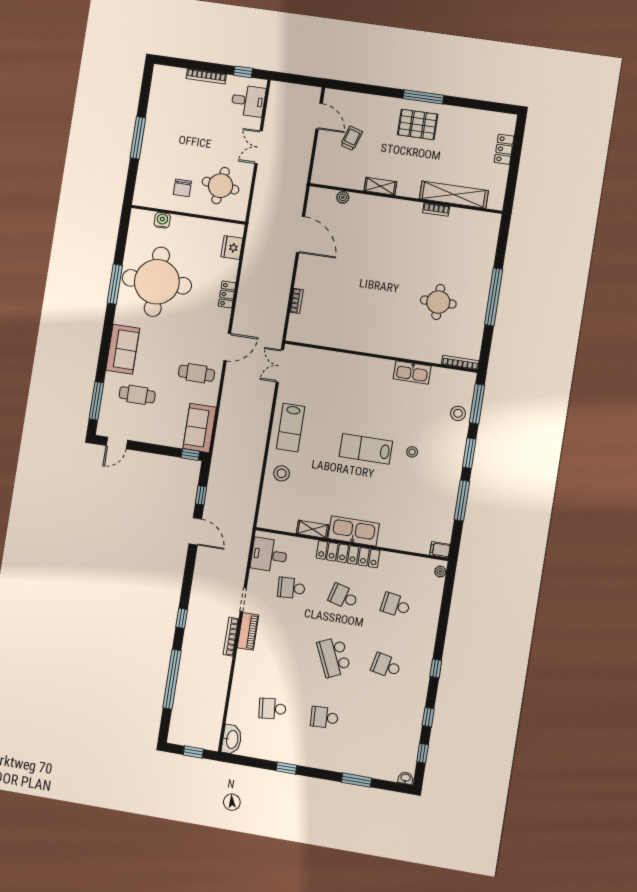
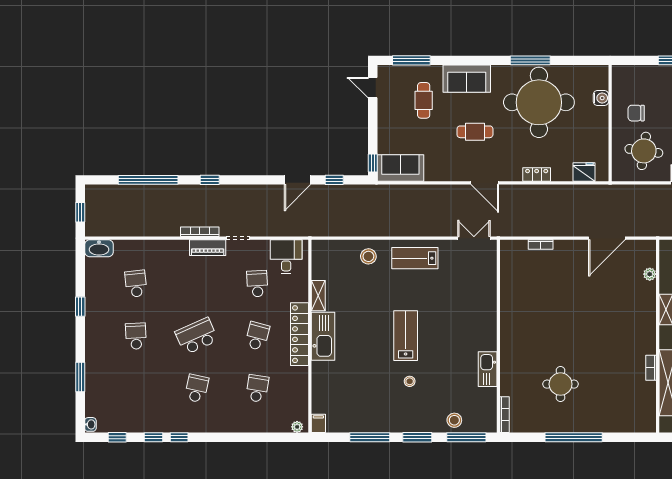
cafe table: (196, 373) -> (475, 132), moved, turned 90
window: (436, 668) -> (179, 437), moved

